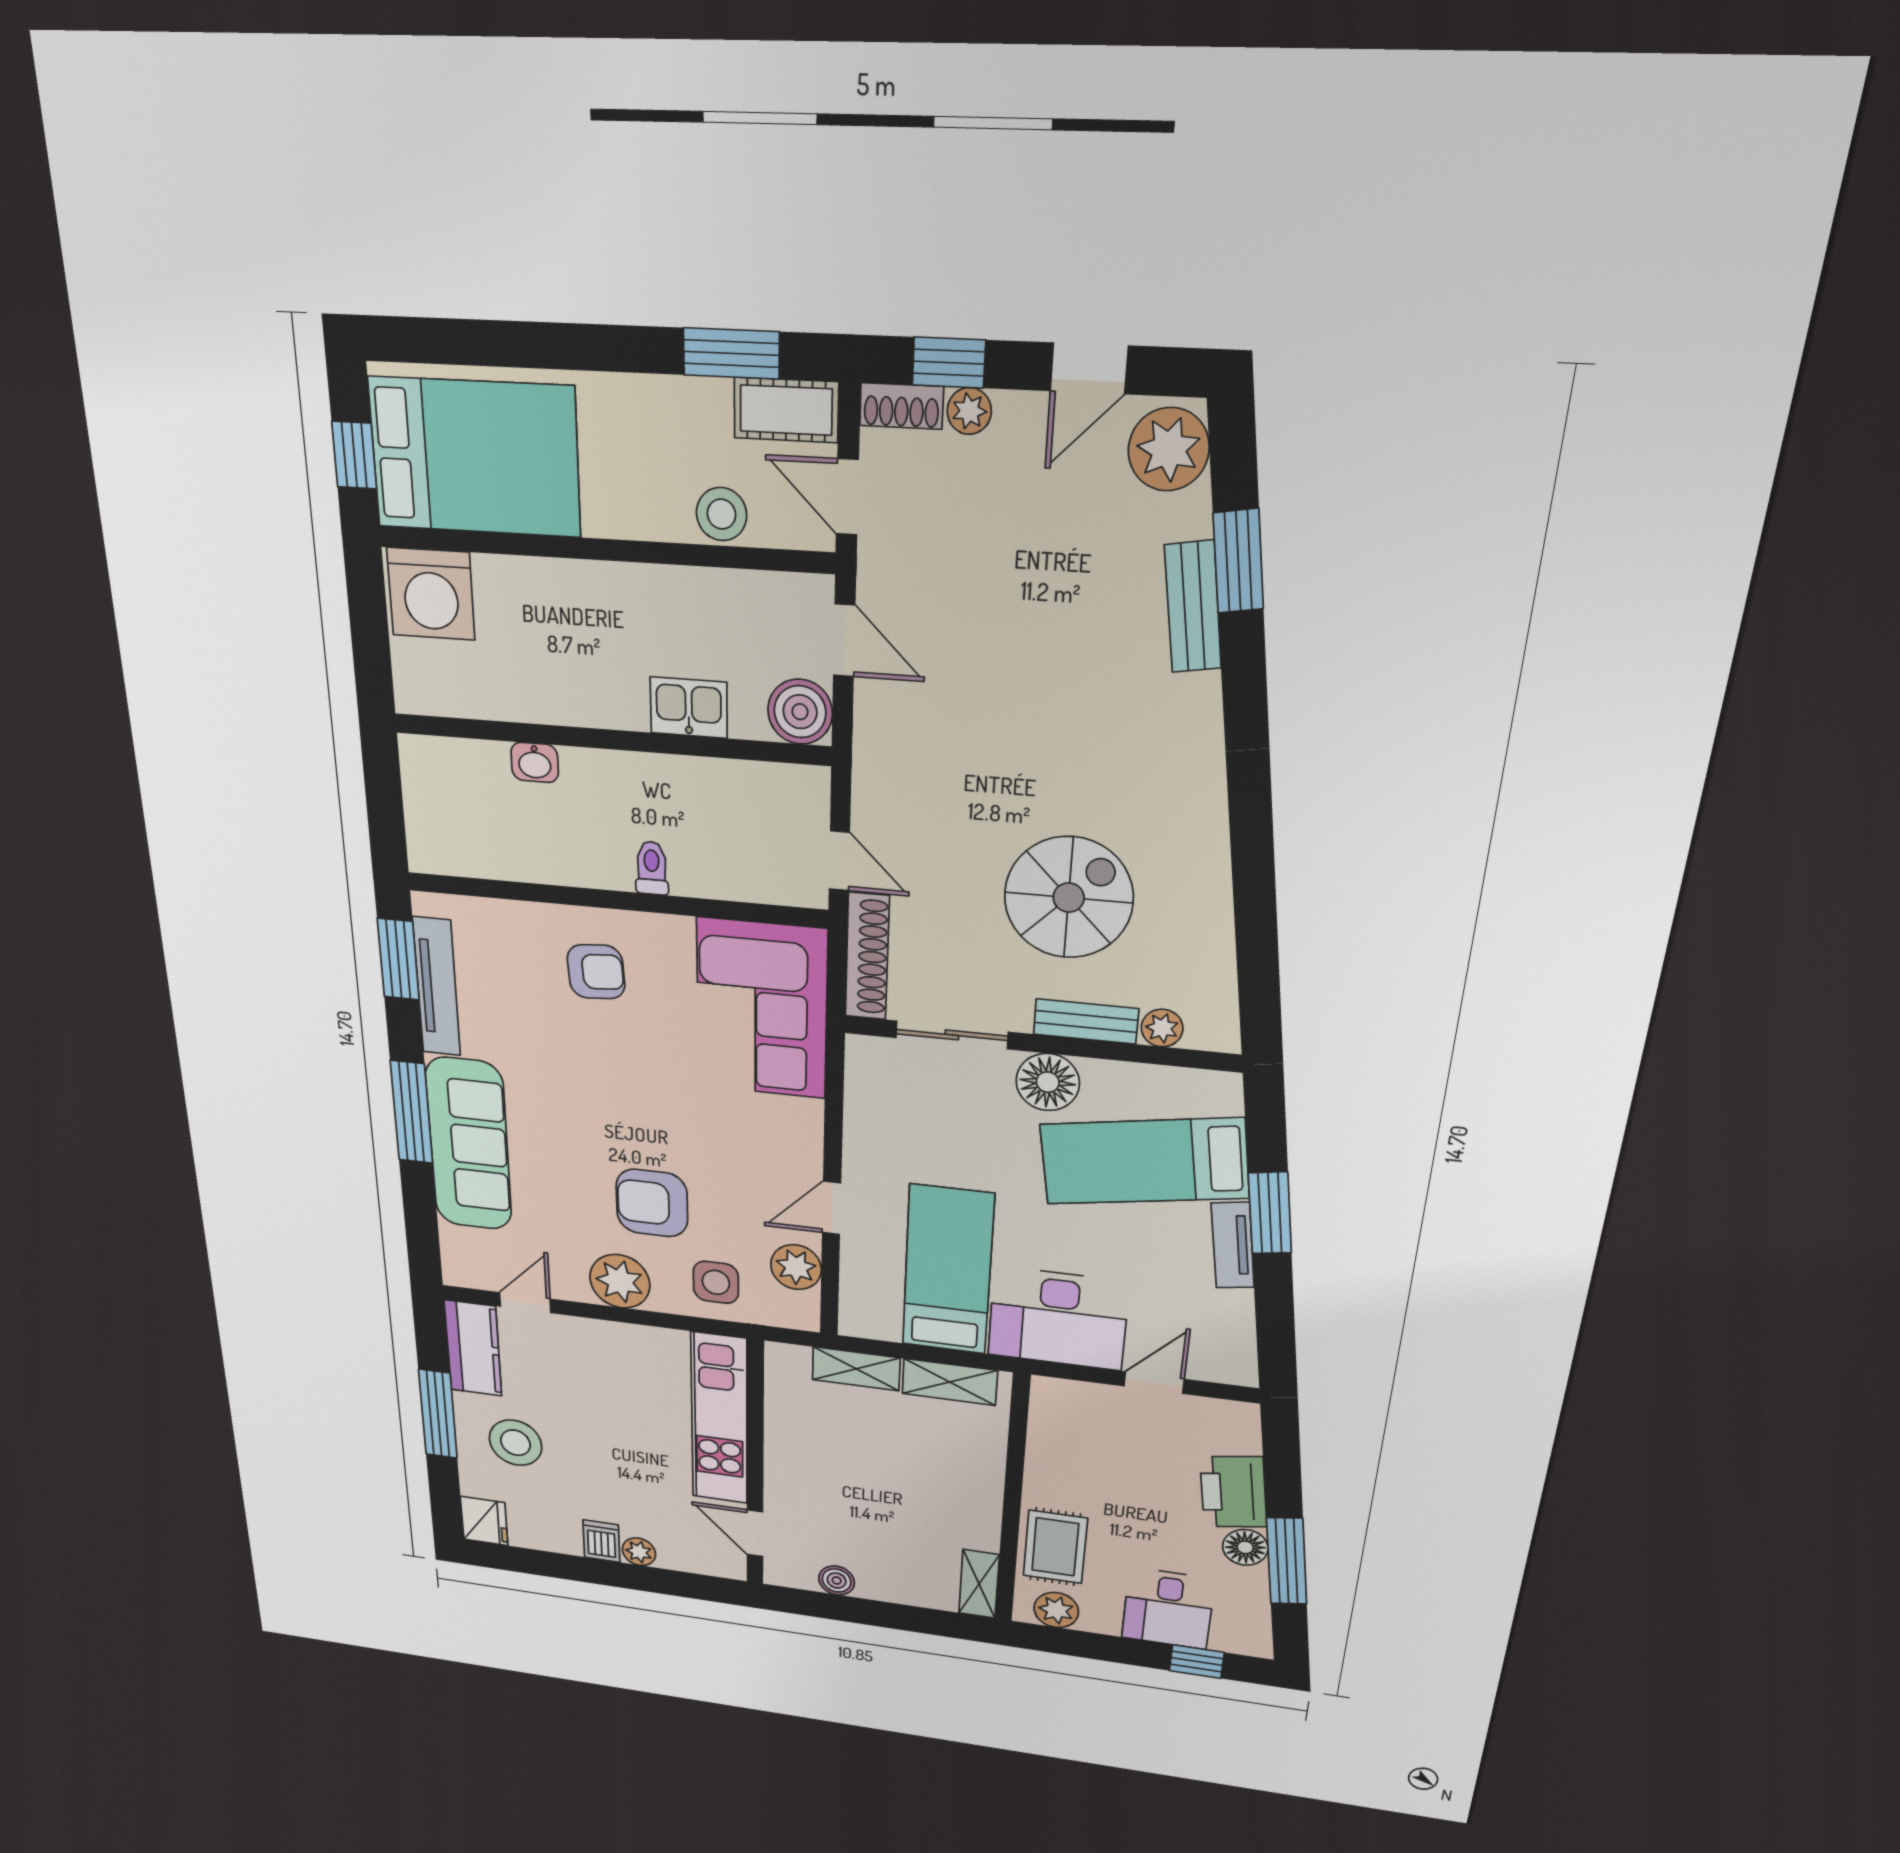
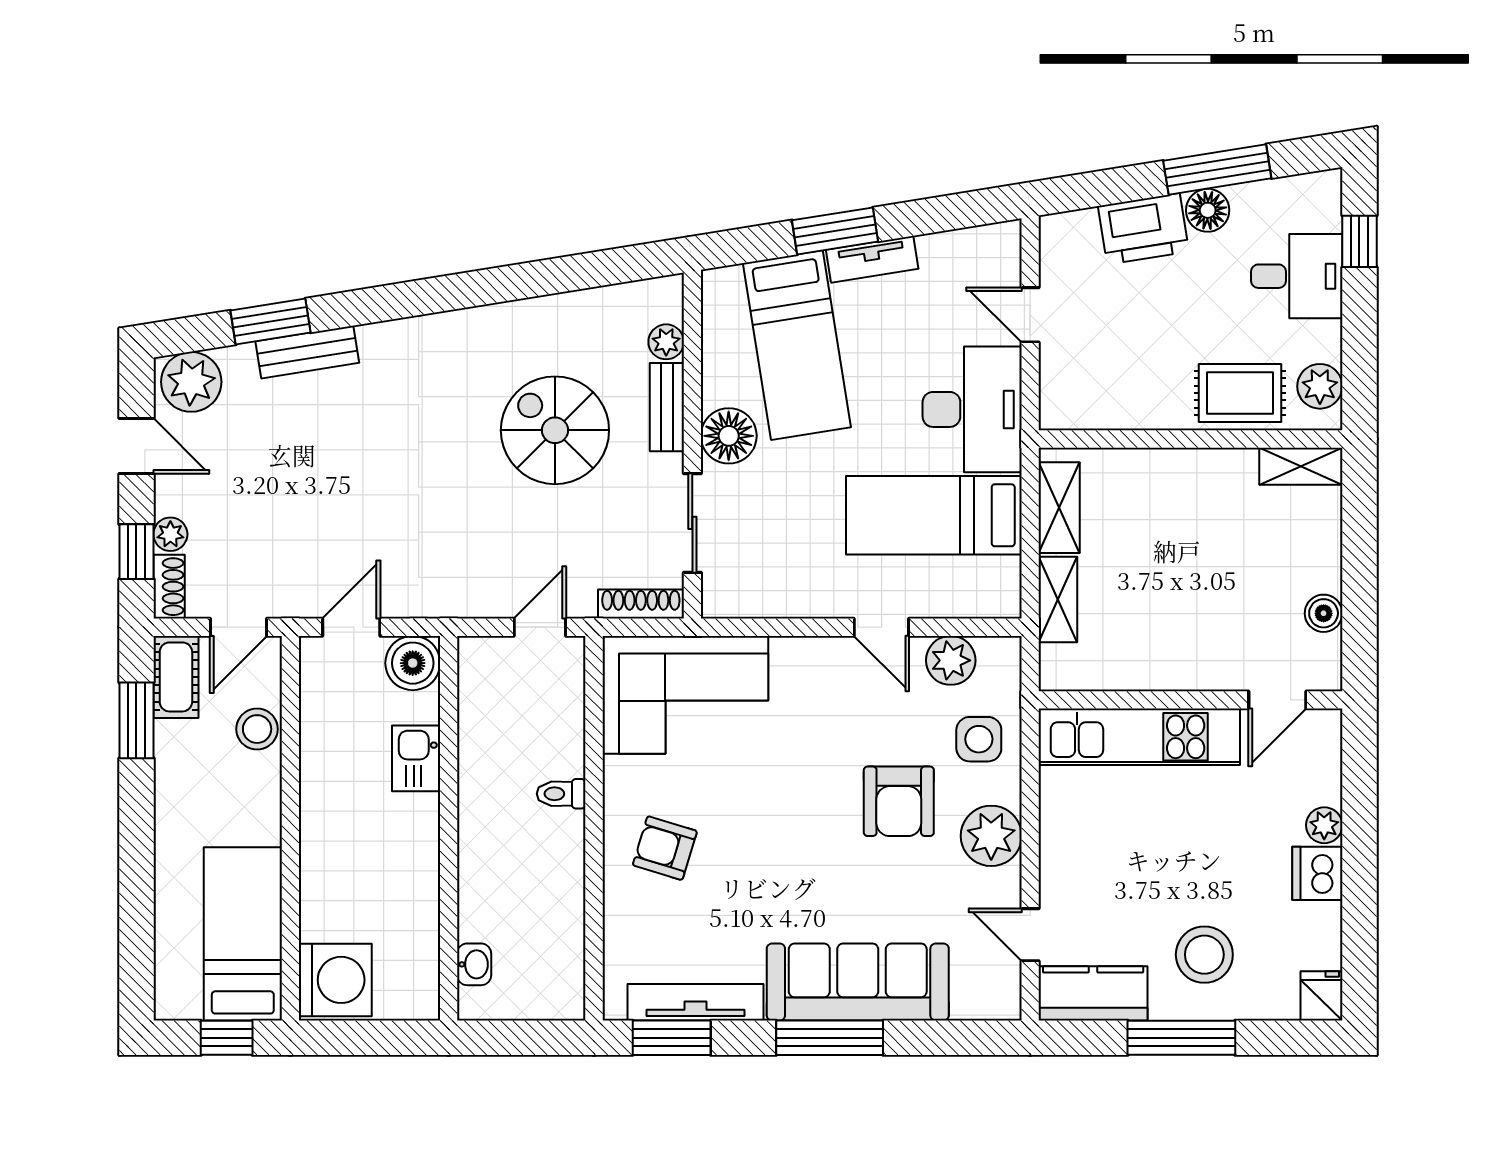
bed: (475, 457) -> (243, 934), width x0.67
washbasin: (535, 762) -> (474, 964), moved
shoe rack: (867, 957) -> (641, 604), width x0.74, depth x0.81
armchair: (596, 972) -> (665, 848), turned -69
fridge: (484, 1521) -> (1321, 996), width x0.72
dishwasher: (601, 1541) -> (1317, 873), width x1.38

